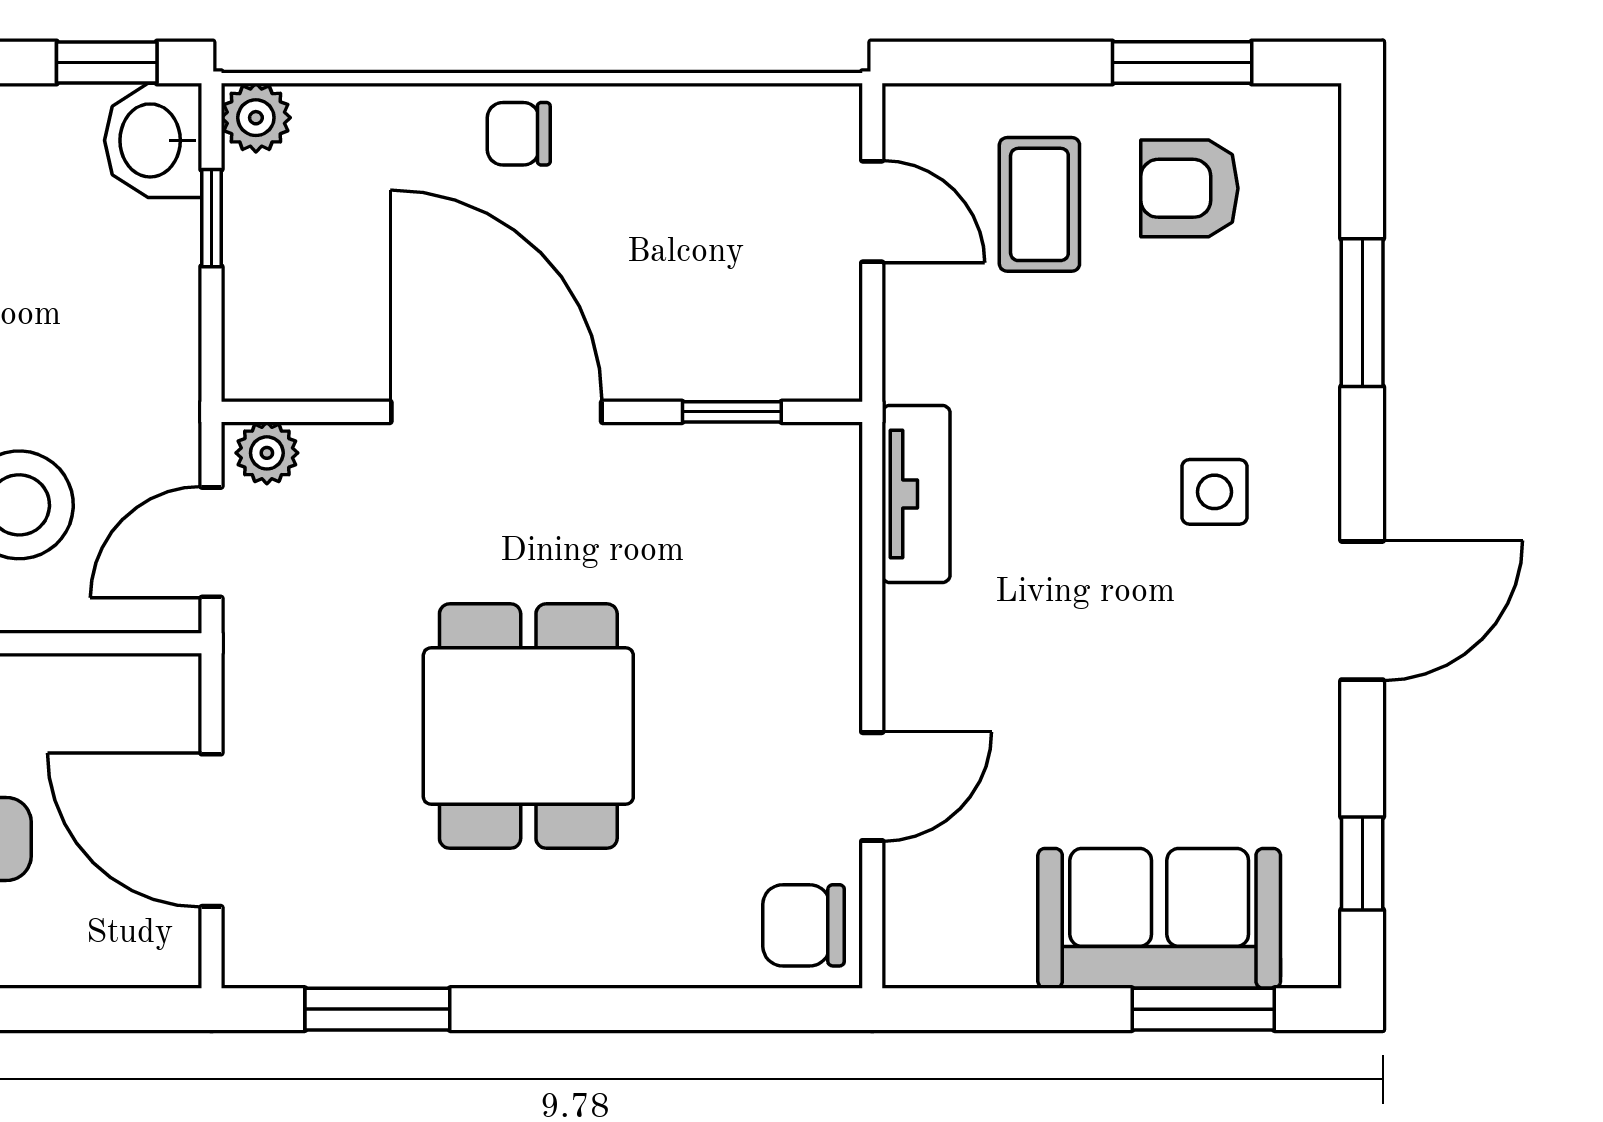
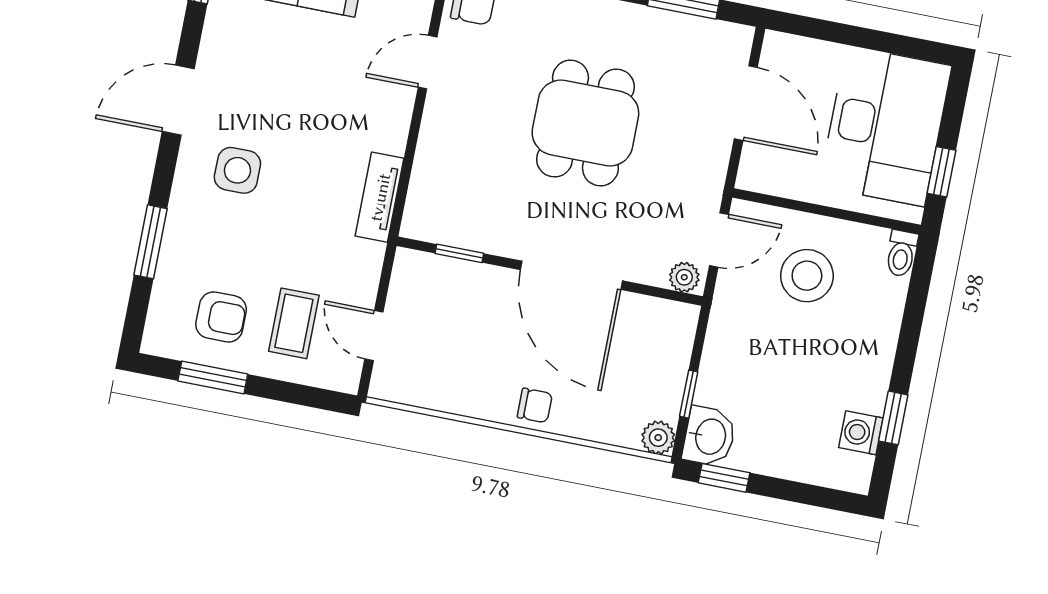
side table: (1214, 492) -> (237, 170), width x1.37, depth x1.37

